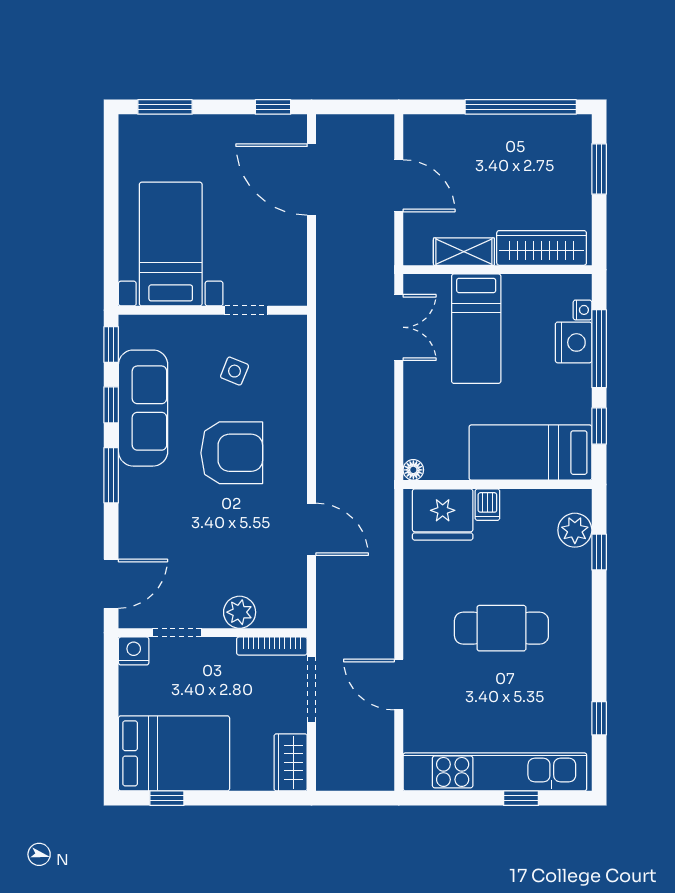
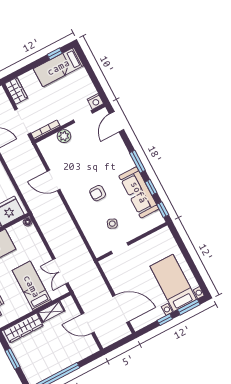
window: (273, 107) -> (165, 320), moved
window: (599, 169) -> (13, 359), moved
bed with nightstands: (171, 244) -> (173, 283), moved, turned 180
armchair: (232, 453) -> (98, 193), width x0.53, depth x0.53
bed: (174, 753) -> (58, 67), width x0.67

